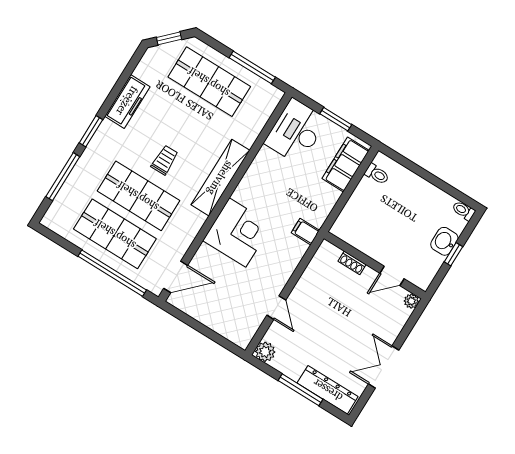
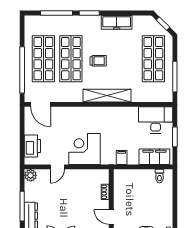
filing cabinet: (305, 232) -> (122, 157), moved
corner desk: (237, 233) -> (84, 149), moved, turned 180
printer: (226, 324) -> (32, 146), added

